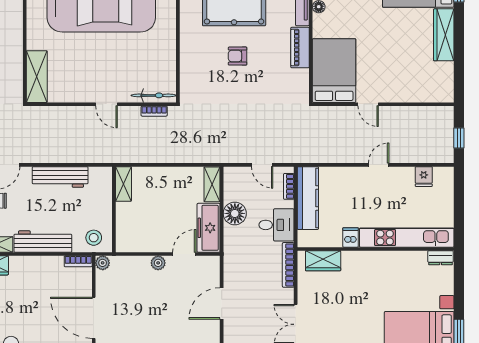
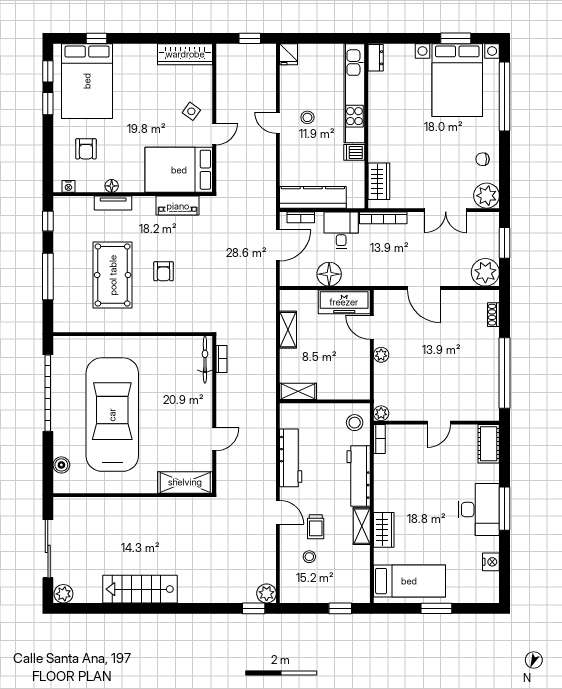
wardrobe: (444, 35) -> (185, 54), moved
piano: (300, 48) -> (178, 206), moved
side table: (390, 82) -> (191, 111), added
door: (106, 104) -> (214, 439), moved
door: (262, 165) -> (278, 245), width x1.38
fridge: (424, 177) -> (289, 54), moved, turned 90
shelving: (212, 184) -> (288, 330), moved, turned 90
stool: (384, 193) -> (307, 117), added
door: (94, 318) -> (439, 423), width x0.53

